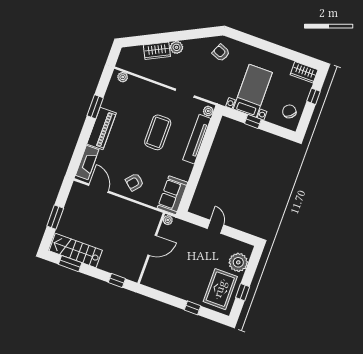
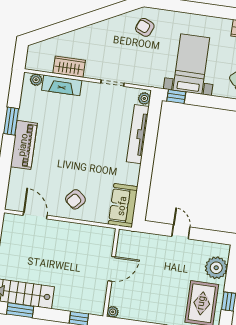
plant: (177, 47) -> (92, 32), removed
wardrobe: (157, 51) -> (69, 67), moved, turned -153
window: (253, 121) -> (176, 97), moved
coffee table: (158, 132) -> (90, 136), removed
fireplace: (87, 162) -> (62, 85), moved, turned 90
plant: (168, 220) -> (113, 312), moved

